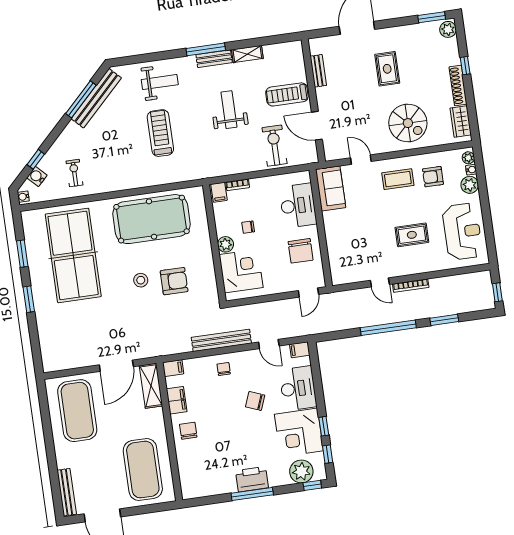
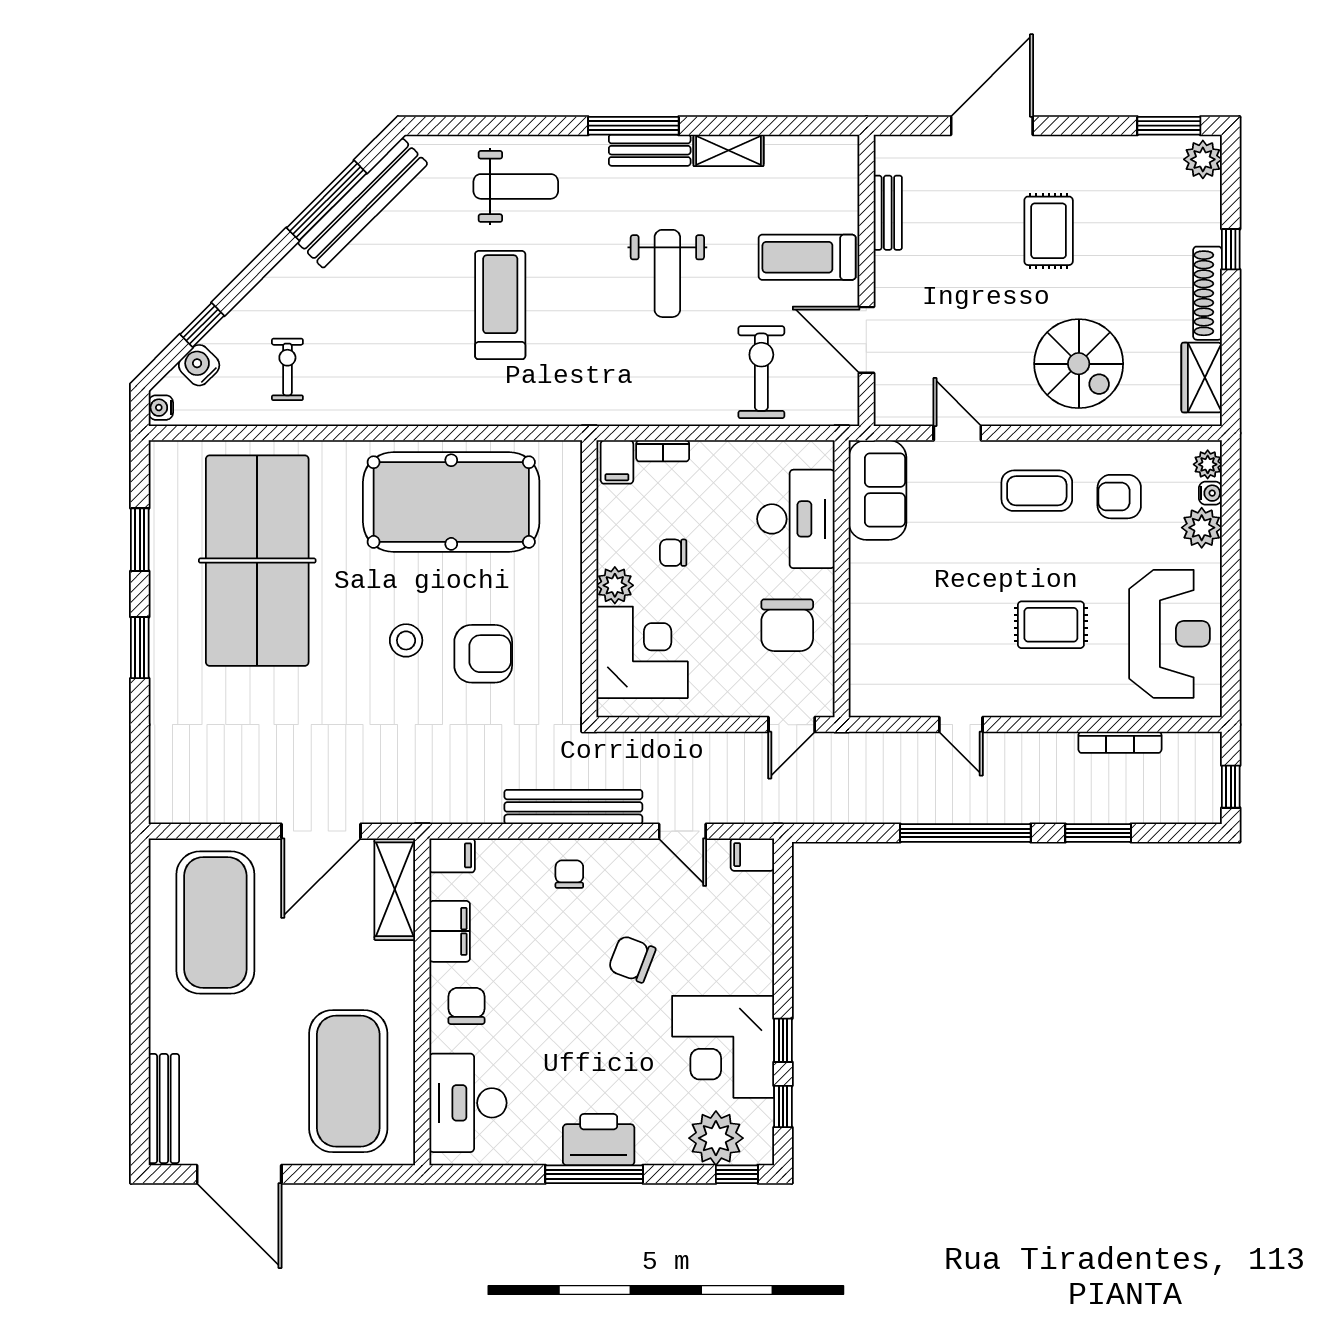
weight bench: (229, 110) -> (667, 273), turned 180
bookcase: (411, 286) -> (1120, 742), moved
desk: (298, 388) -> (468, 1103), moved, turned 180

